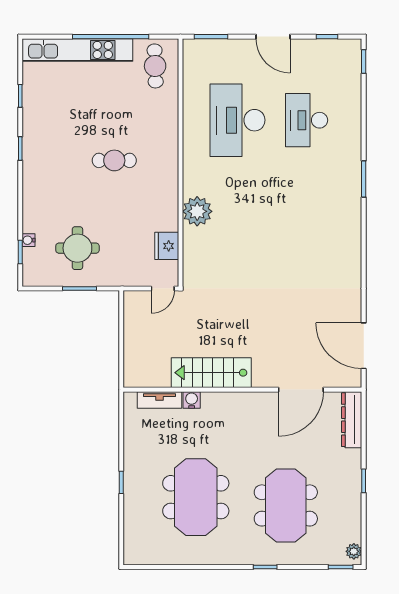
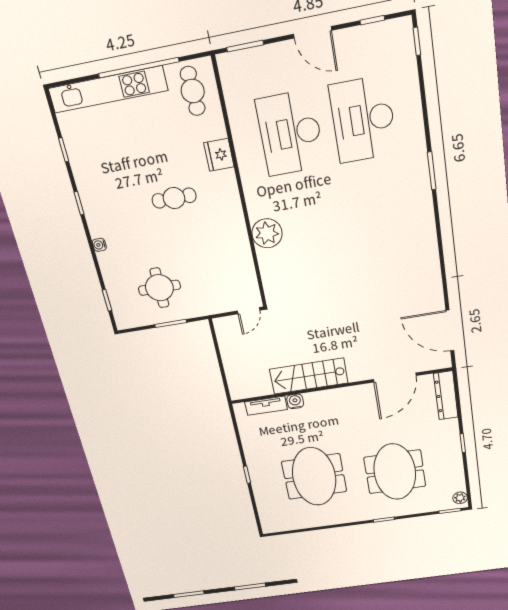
desk: (307, 120) -> (363, 120), width x1.36, depth x1.30
water cooler: (28, 240) -> (99, 245), moved
fridge: (167, 246) -> (219, 155), moved

